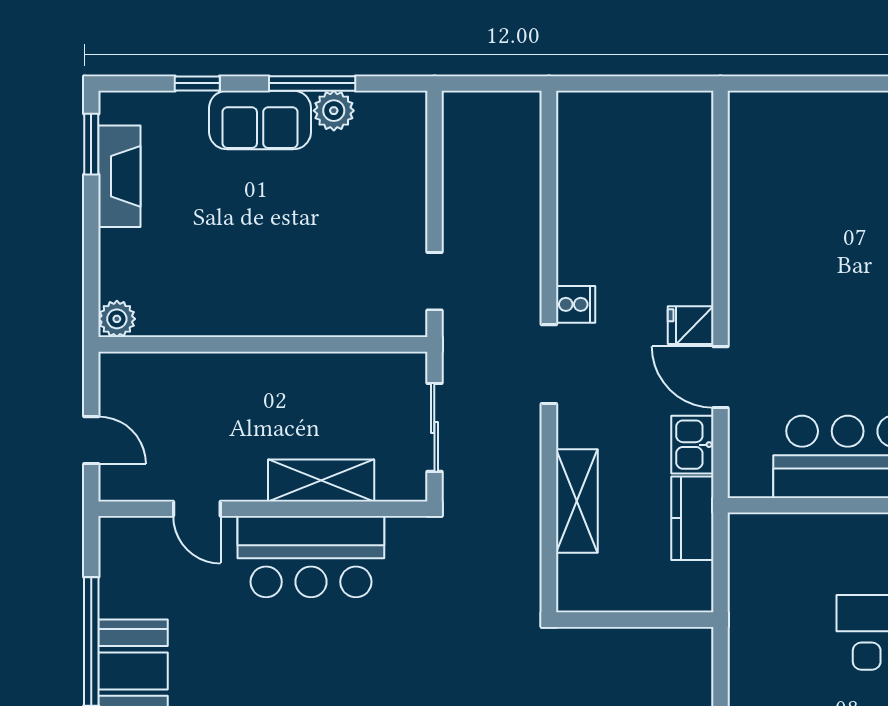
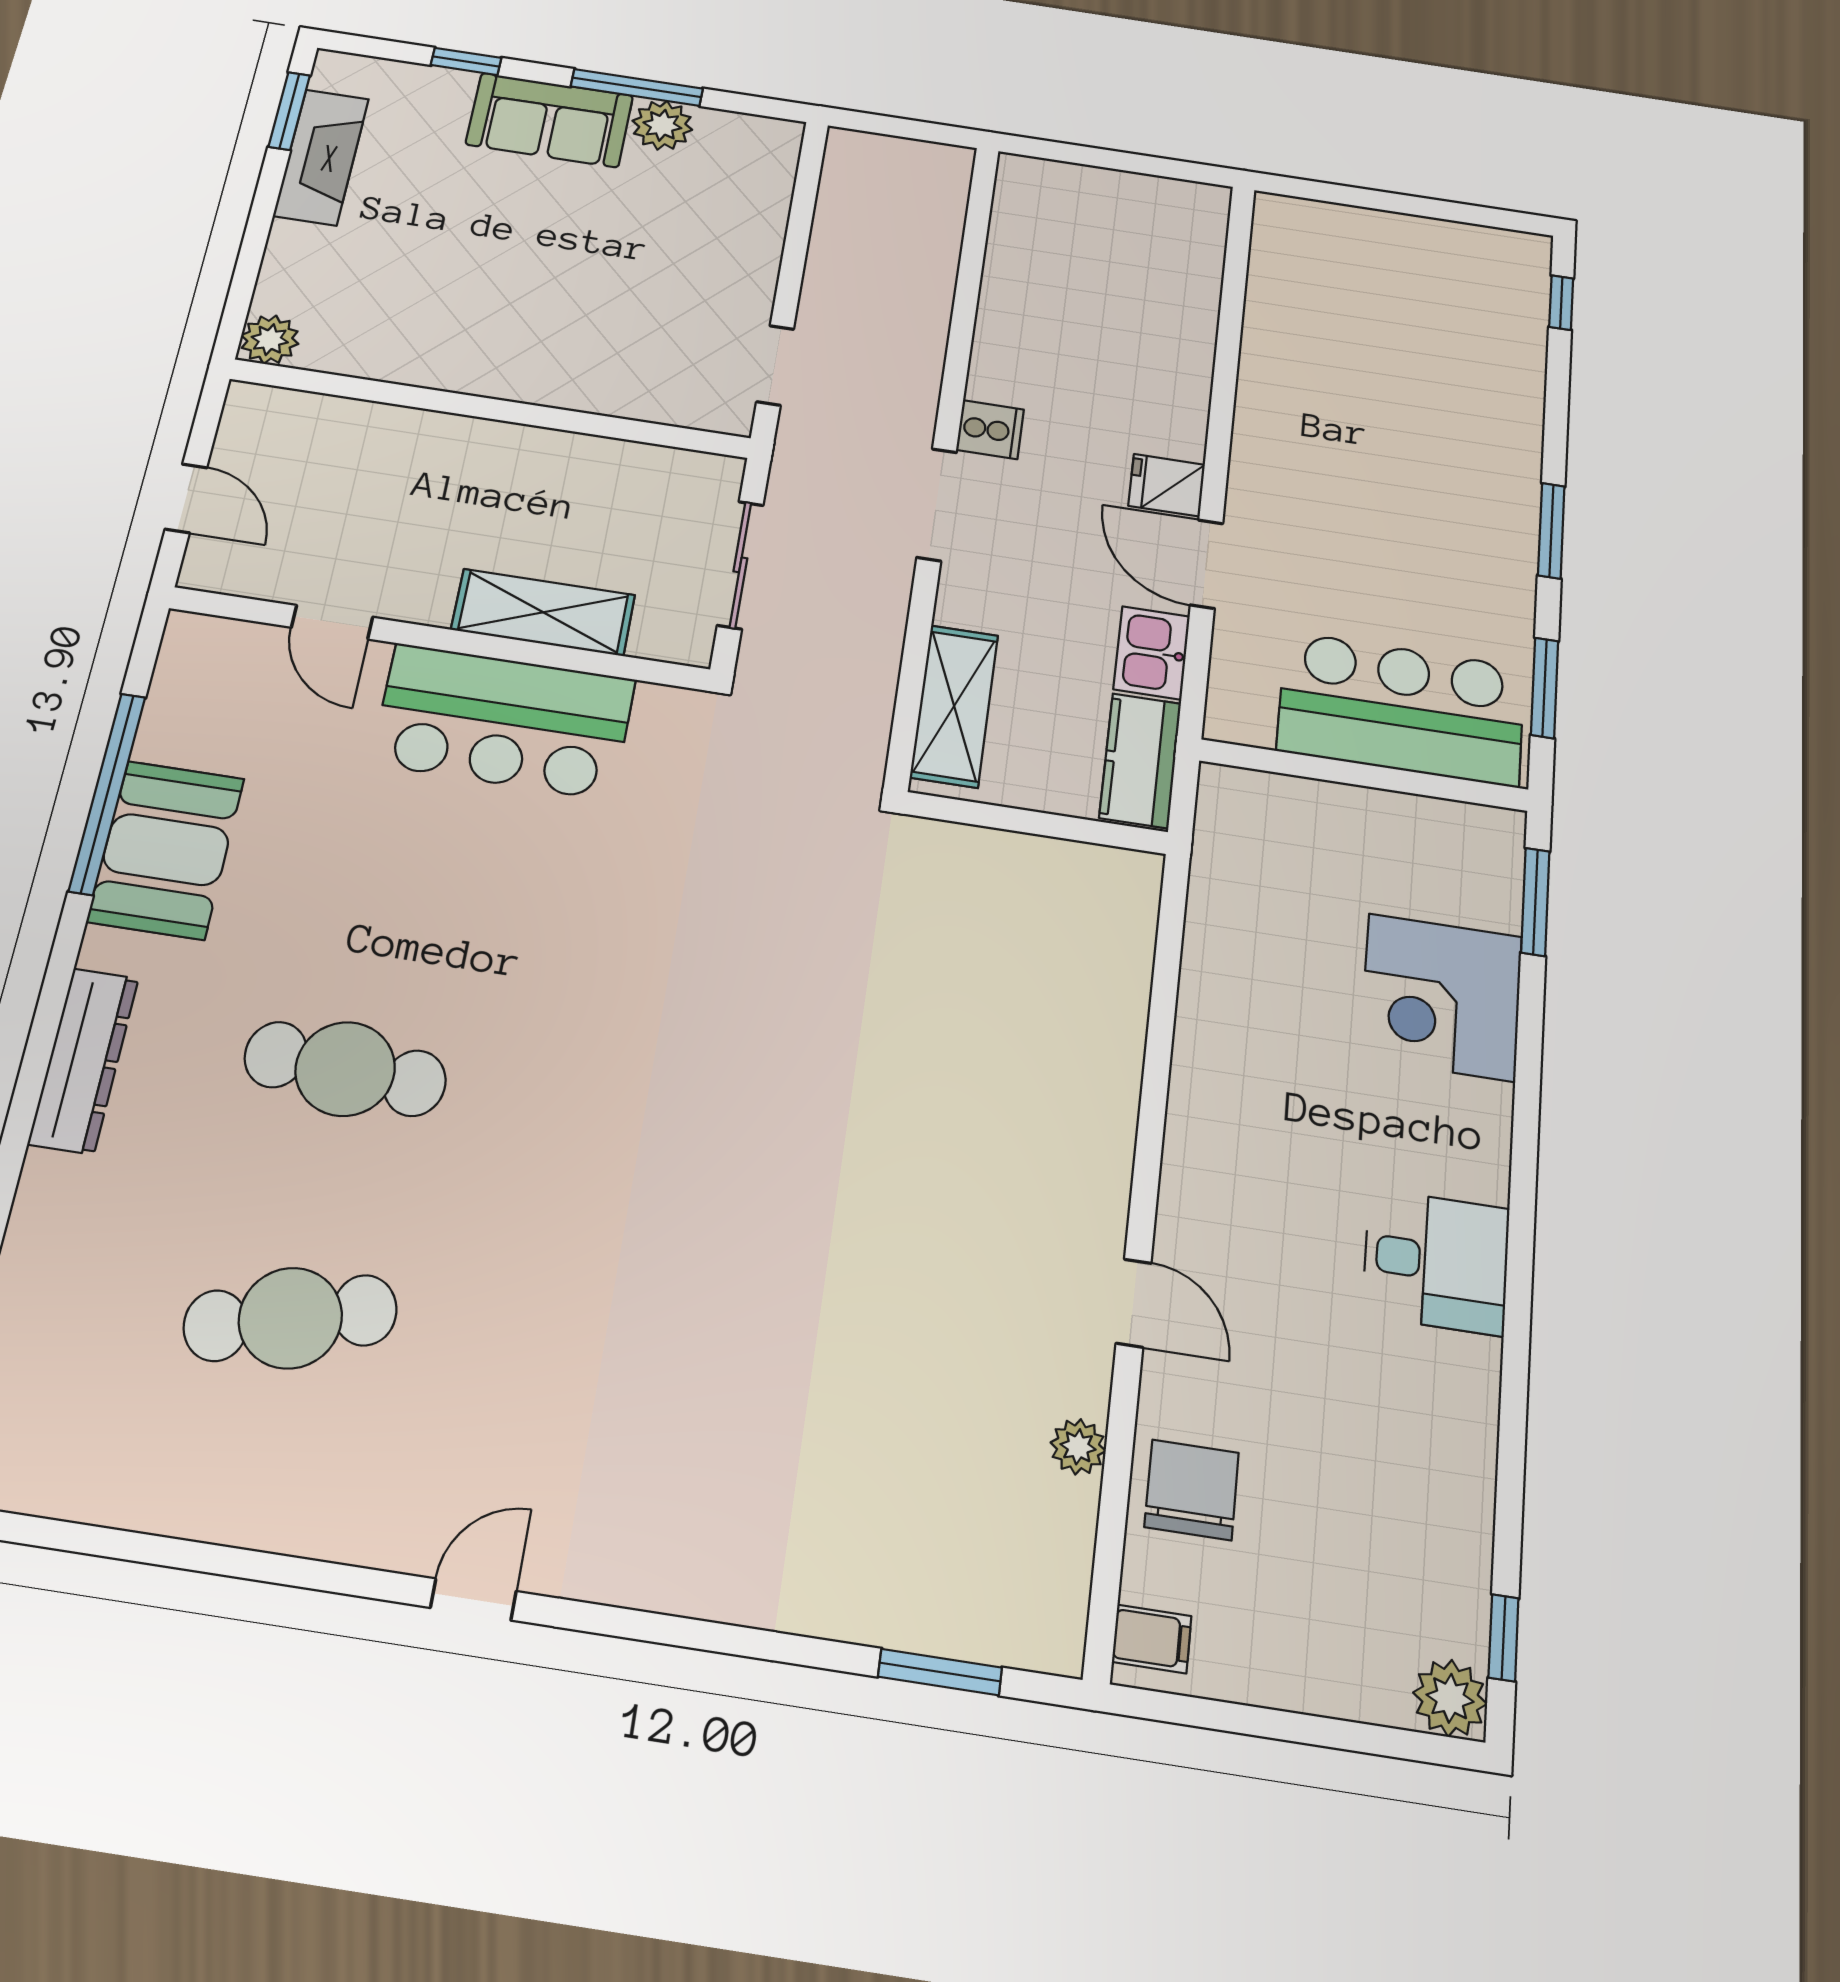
wall: (635, 620) -> (1036, 823), moved

